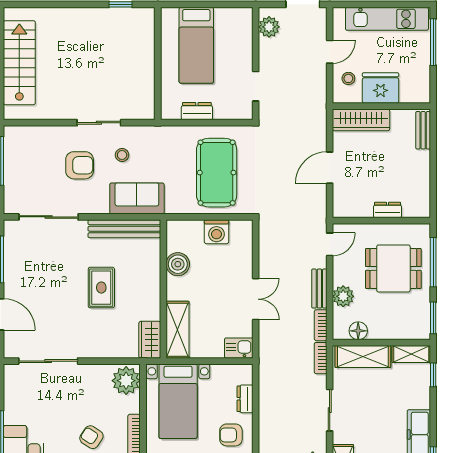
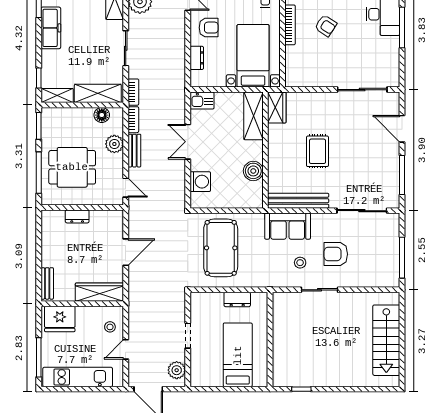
doorway: (256, 86) -> (188, 336), moved
fridge: (381, 88) -> (60, 319), moved
washing machine: (216, 232) -> (200, 182), moved, turned 90
door: (330, 244) -> (126, 188), swing flipped
plant: (126, 381) -> (297, 73), removed

